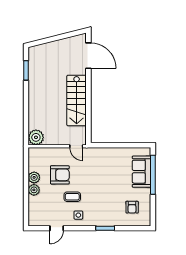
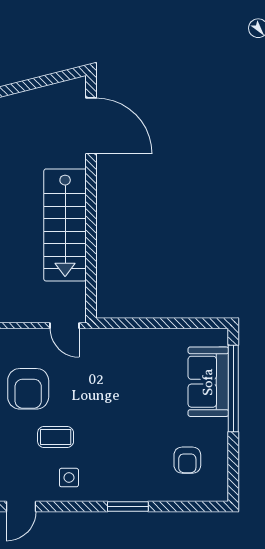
armchair: (60, 175) -> (28, 389), turned 90

